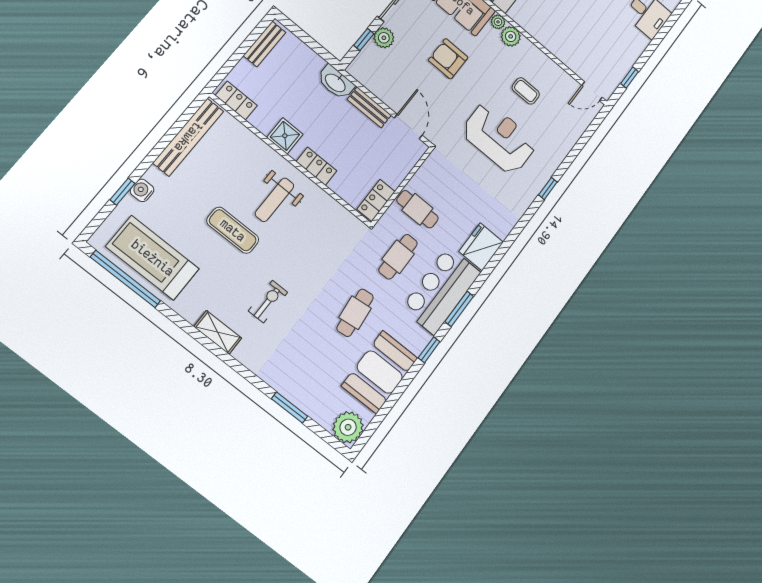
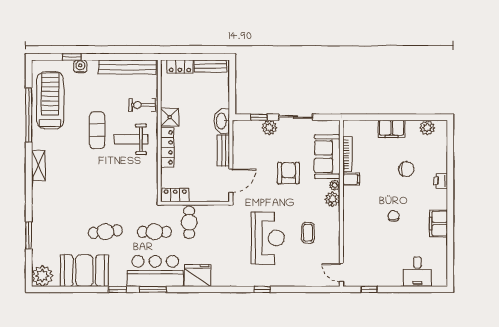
locker: (236, 100) -> (180, 67), moved, turned 90
locker: (316, 166) -> (167, 147), width x1.53
window: (125, 279) -> (29, 115), moved
exercise bike: (268, 302) -> (142, 105), moved, turned 180

